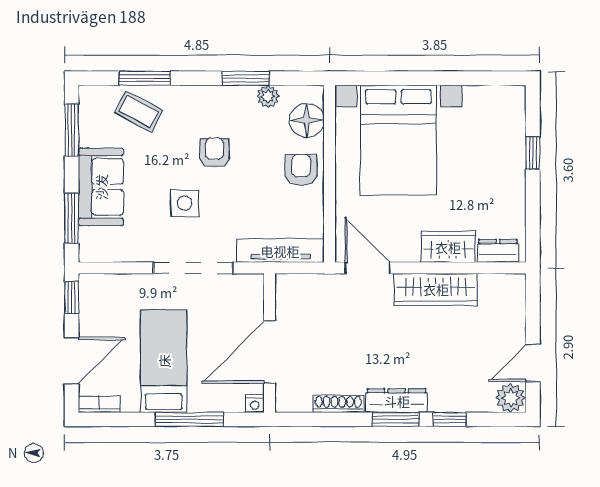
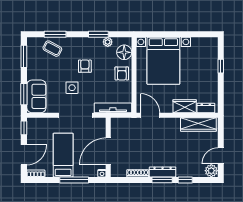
armchair: (301, 170) -> (122, 73), turned 180
sofa: (101, 187) -> (36, 96), moved
wardrobe: (436, 289) -> (198, 124), moved

